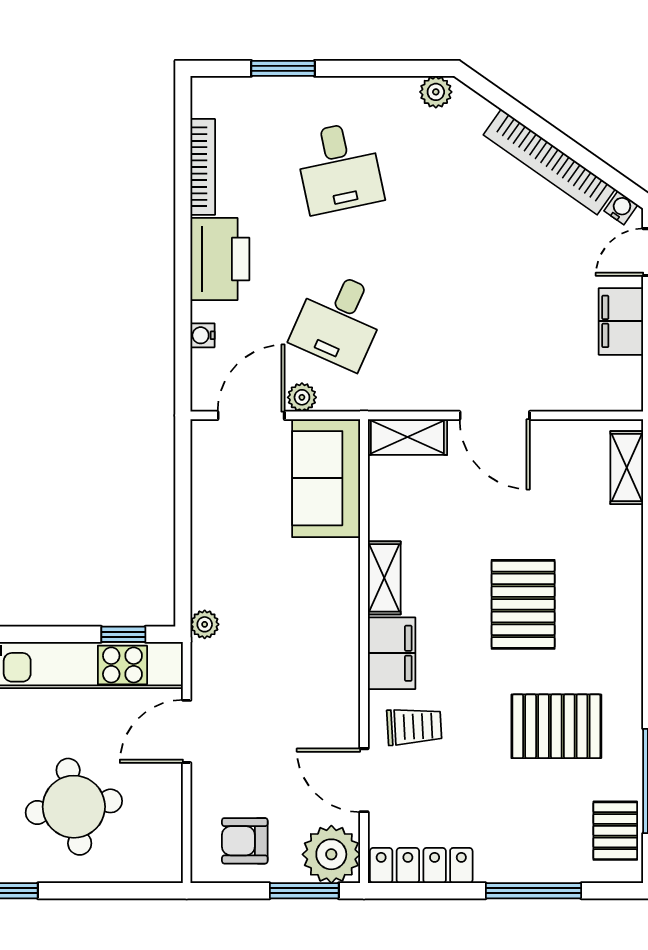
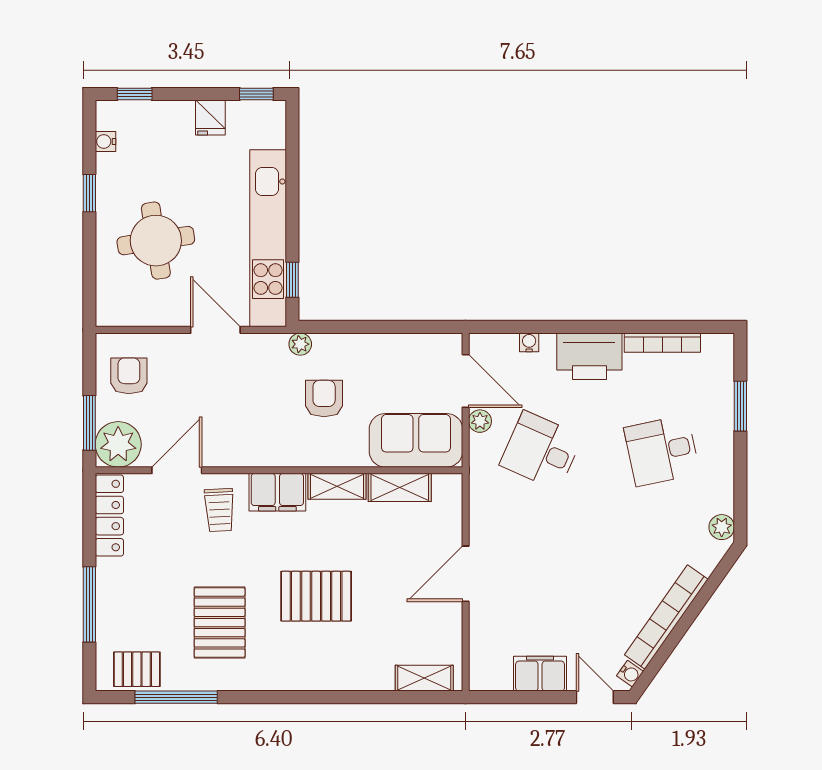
shelving: (407, 437) -> (400, 487), moved, turned 90
armchair: (273, 594) -> (324, 399), added

